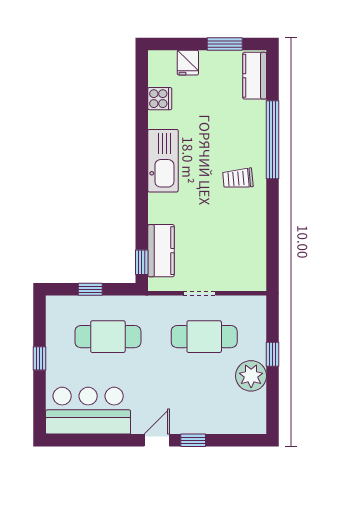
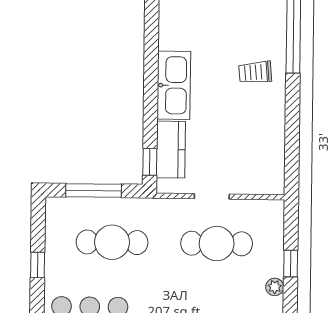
kitchen sink: (163, 161) -> (174, 85), moved
window: (90, 289) -> (94, 190), width x2.17
plant: (251, 376) -> (275, 287), width x0.53, depth x0.53

